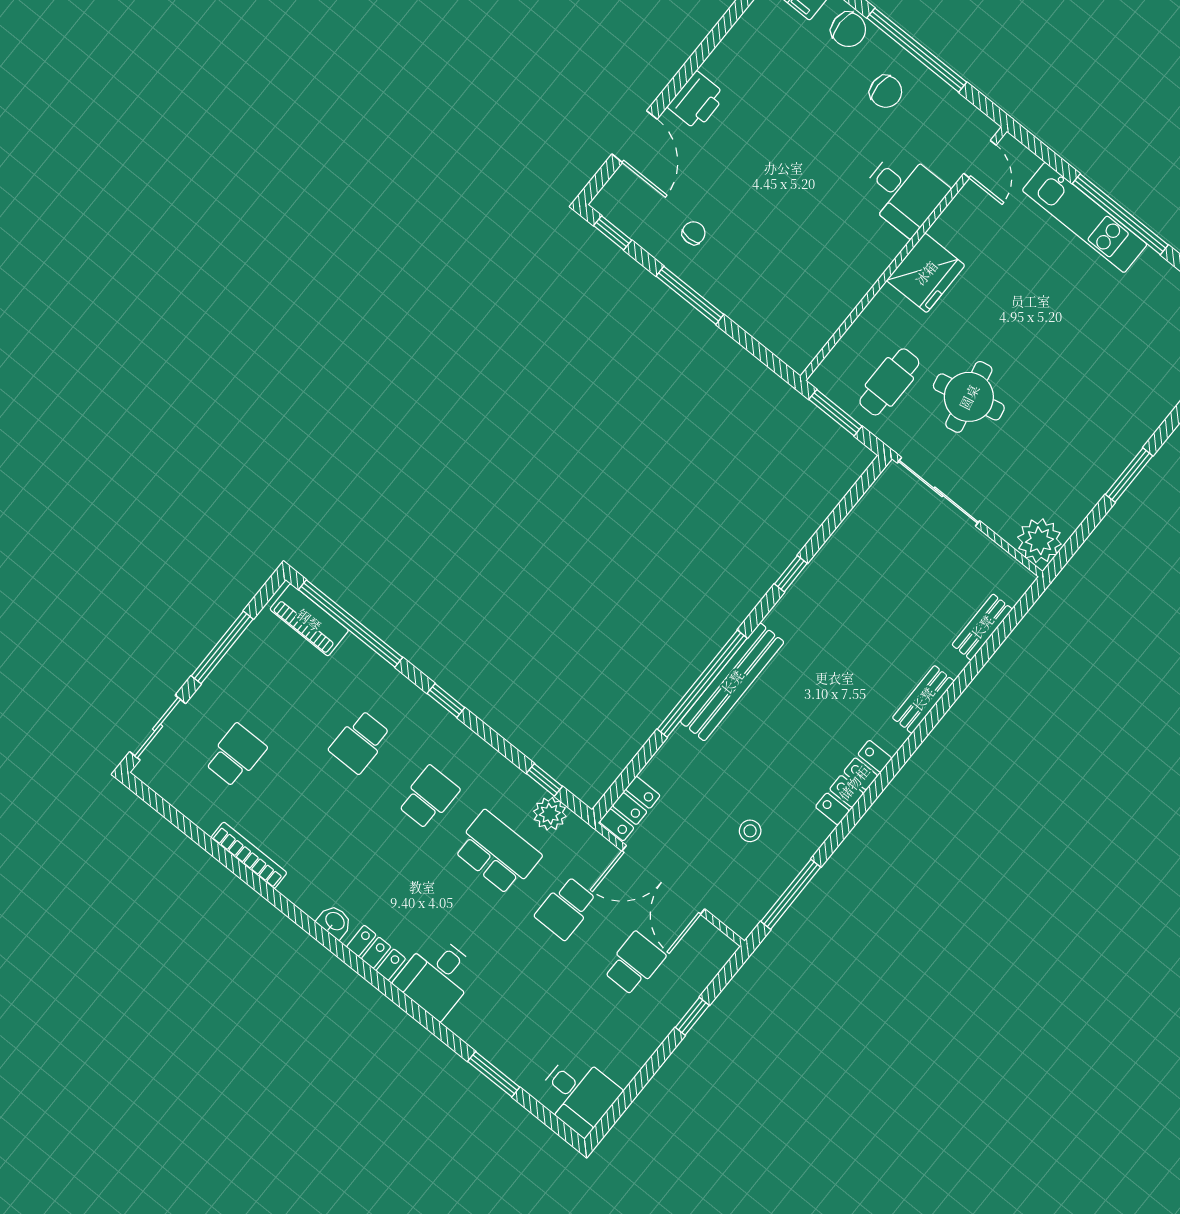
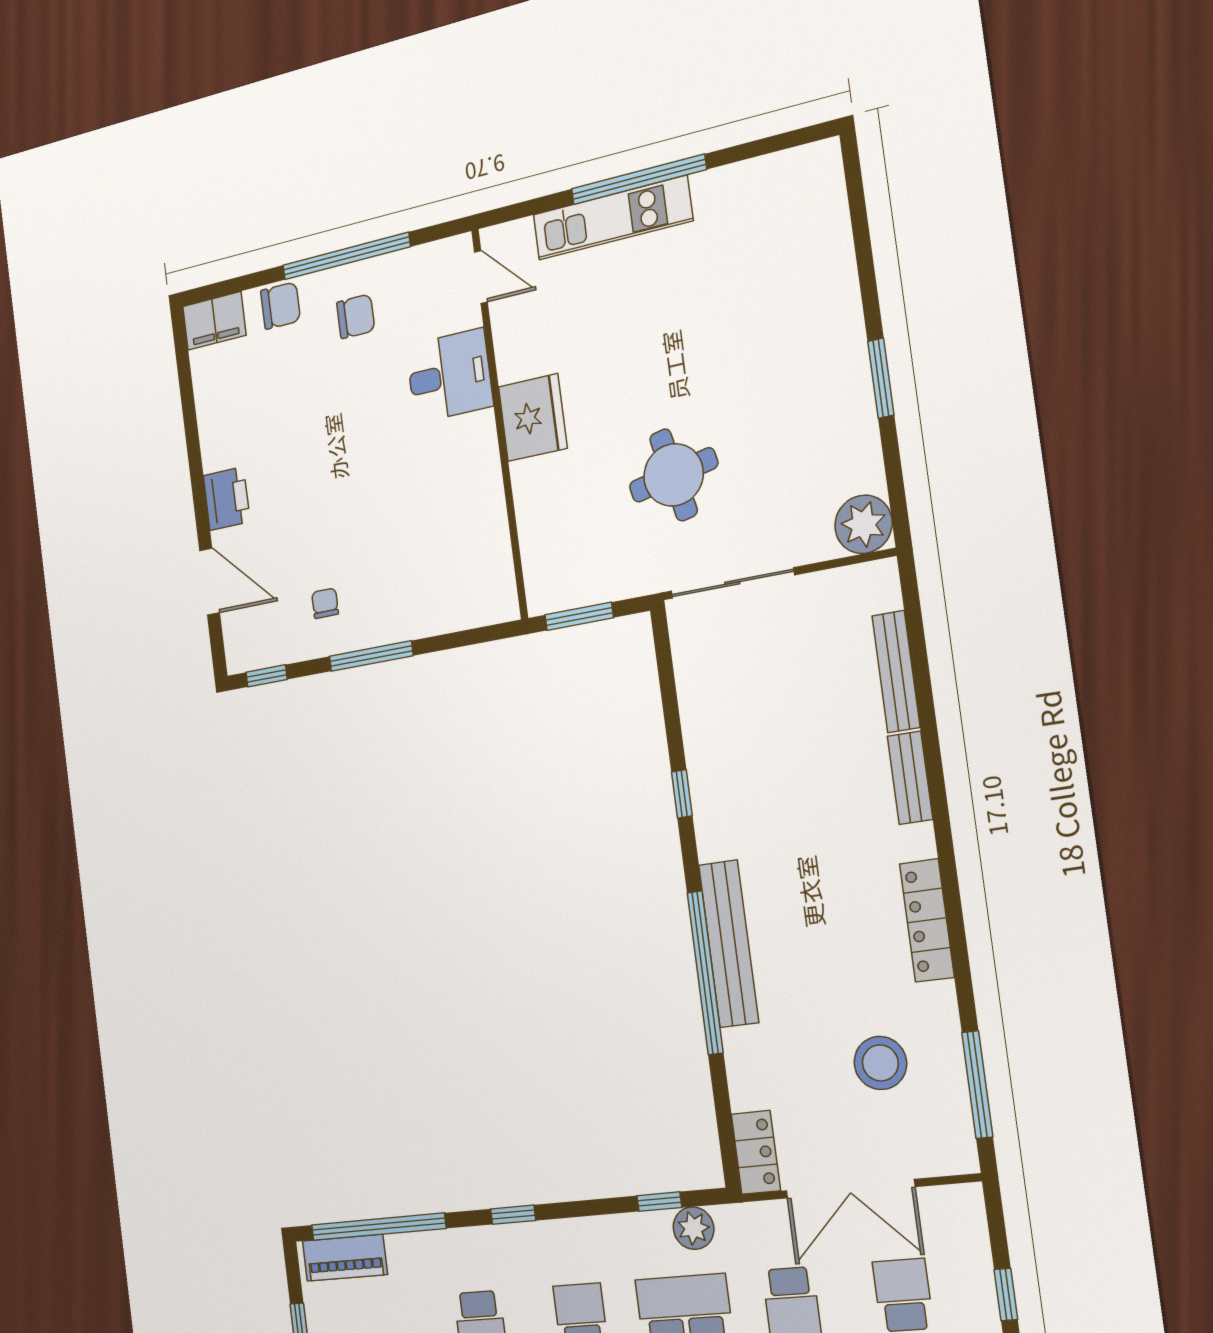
cafe table: (889, 382) -> (596, 540), removed
bench: (982, 627) -> (896, 671), width x1.36
stool: (750, 831) -> (880, 1063), width x1.89, depth x1.89

